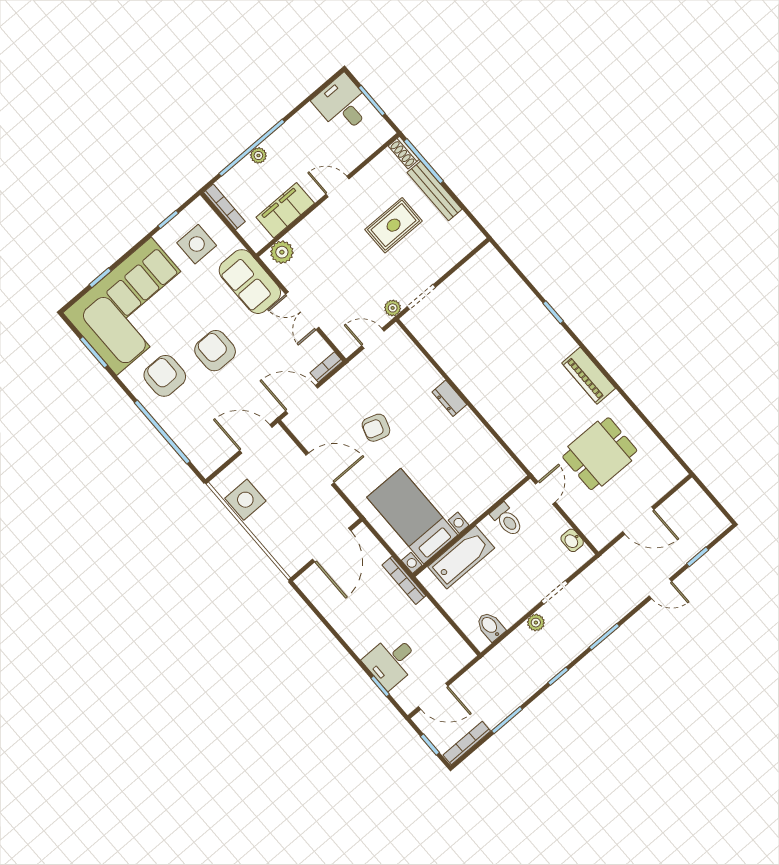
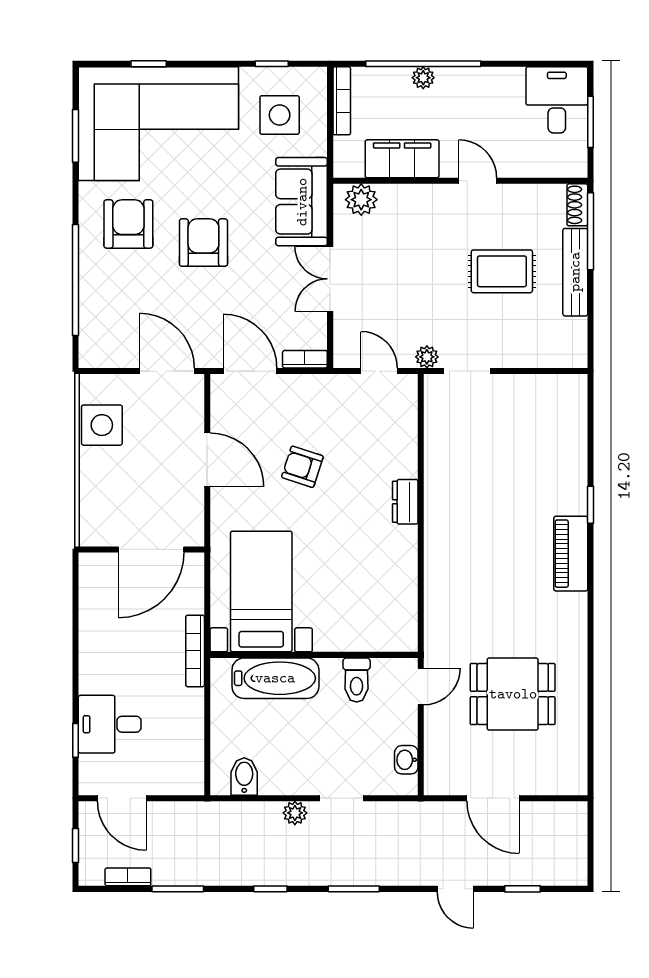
piano: (589, 376) -> (571, 554), moved
bookcase: (467, 743) -> (128, 877), width x0.64

